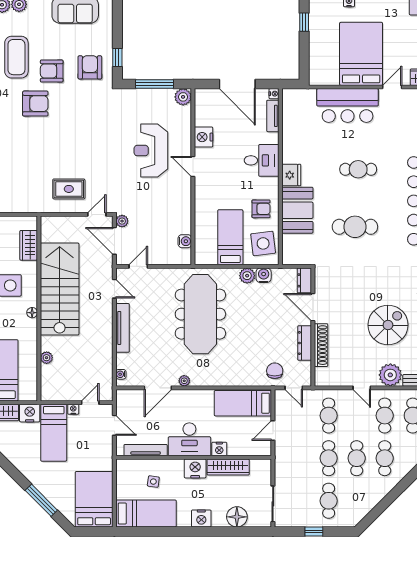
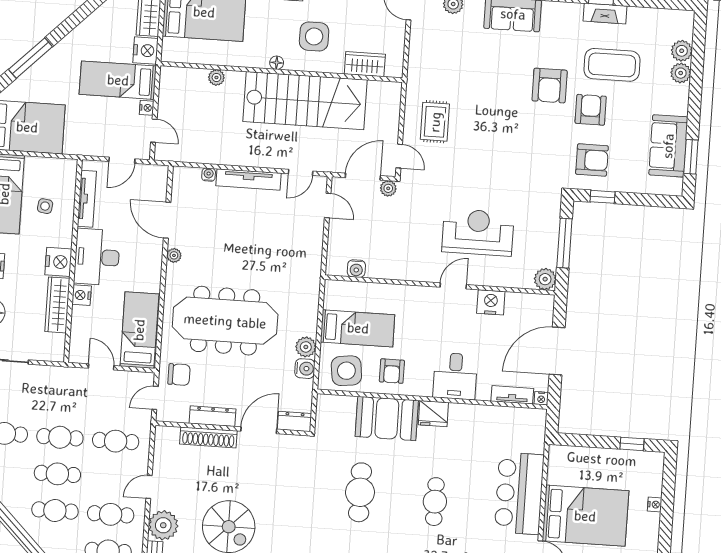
meeting table: (200, 314) -> (225, 321), moved
water cooler: (121, 374) -> (209, 175), moved

